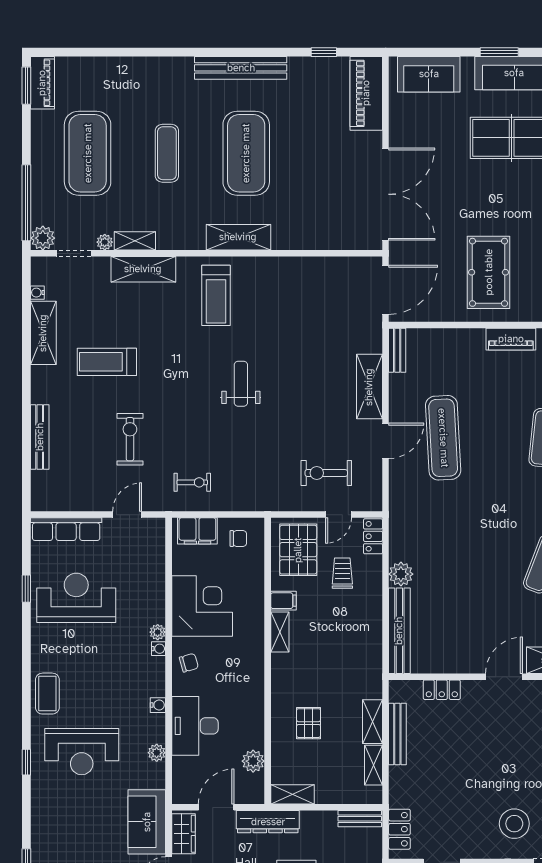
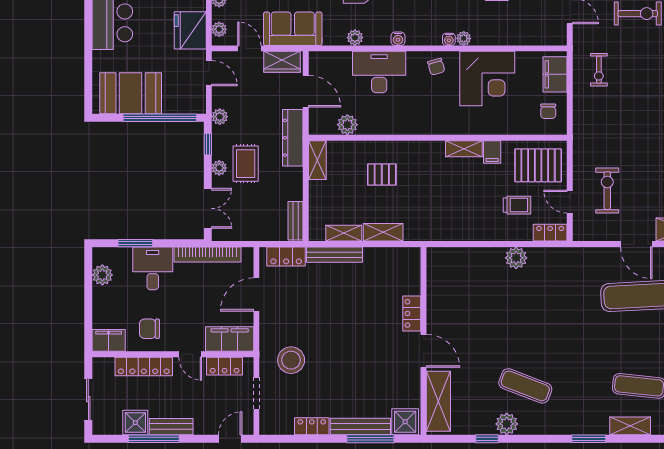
bench: (399, 631) -> (465, 257), removed
locker: (442, 690) -> (412, 313), moved
bench: (397, 734) -> (335, 255), moved

